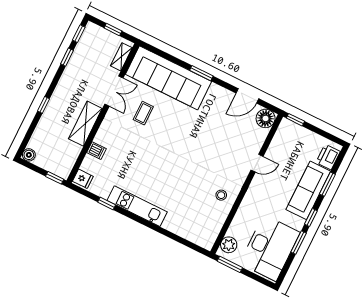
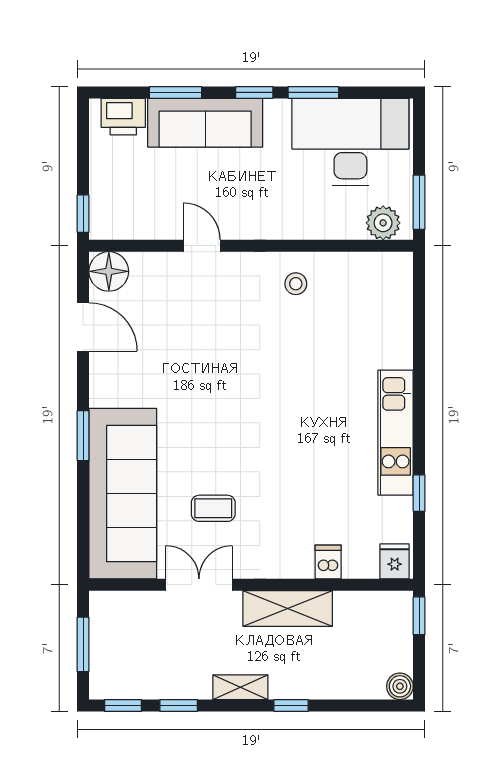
window: (113, 29) -> (83, 644), width x1.50
shelving: (121, 57) -> (240, 687), moved

